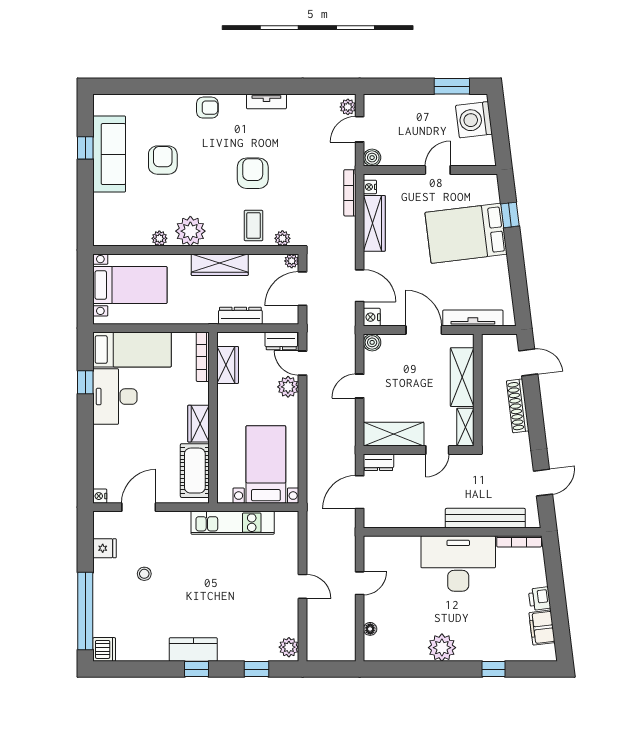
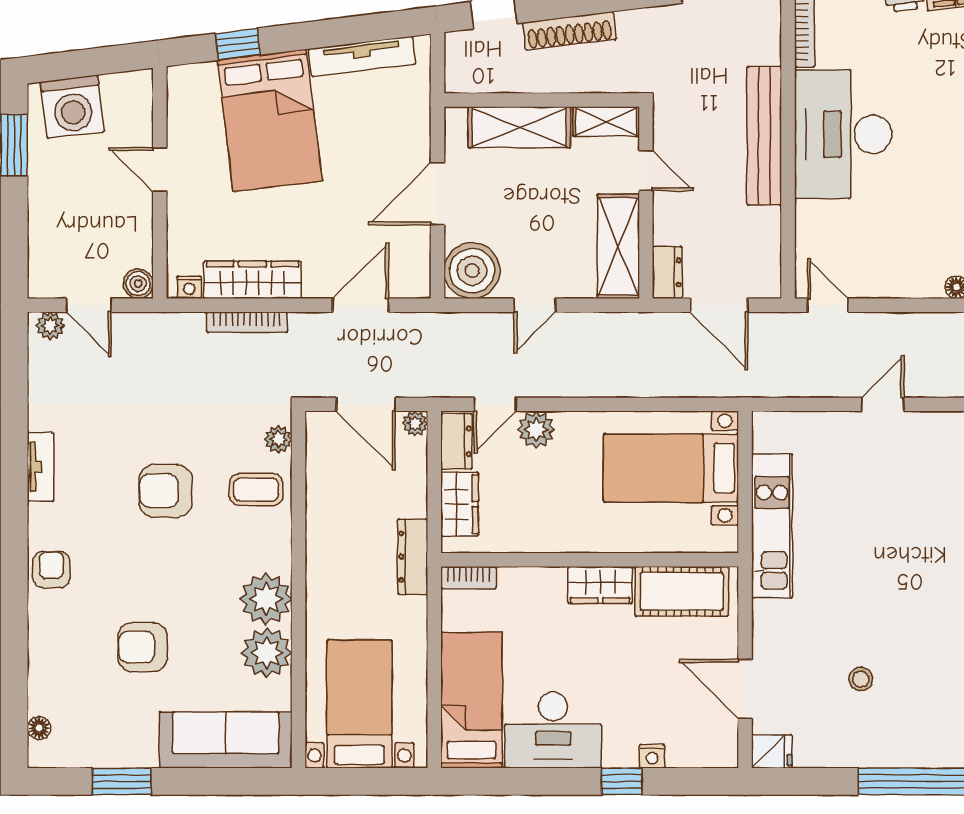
floor lamp: (116, 100) -> (39, 728), added
window: (85, 148) -> (121, 781), width x1.50
sofa: (109, 154) -> (226, 740), moved
bookcase: (350, 193) -> (247, 322), moved
plant: (159, 238) -> (267, 653), width x1.88, depth x1.88
plant: (292, 261) -> (415, 423), moved
wardrobe: (220, 265) -> (324, 548), removed
dresser: (240, 316) -> (413, 557), moved
nightstand: (372, 317) -> (415, 284), removed
tv unit: (473, 318) -> (362, 56), moved, turned -97
boiler: (372, 342) -> (472, 271), width x1.86, depth x1.86
bookcase: (203, 357) -> (468, 577), width x0.64
wardrobe: (228, 365) -> (460, 504), moved, turned 90
window: (85, 382) -> (622, 781), moved
door: (360, 386) -> (535, 305), hinge flipped
nightstand: (100, 496) -> (652, 756), moved
bench: (485, 518) -> (764, 136), moved
fridge: (105, 548) -> (772, 751), moved, turned 90
door: (360, 583) -> (828, 305), moved

